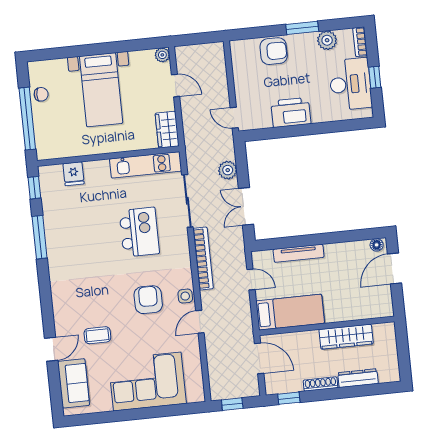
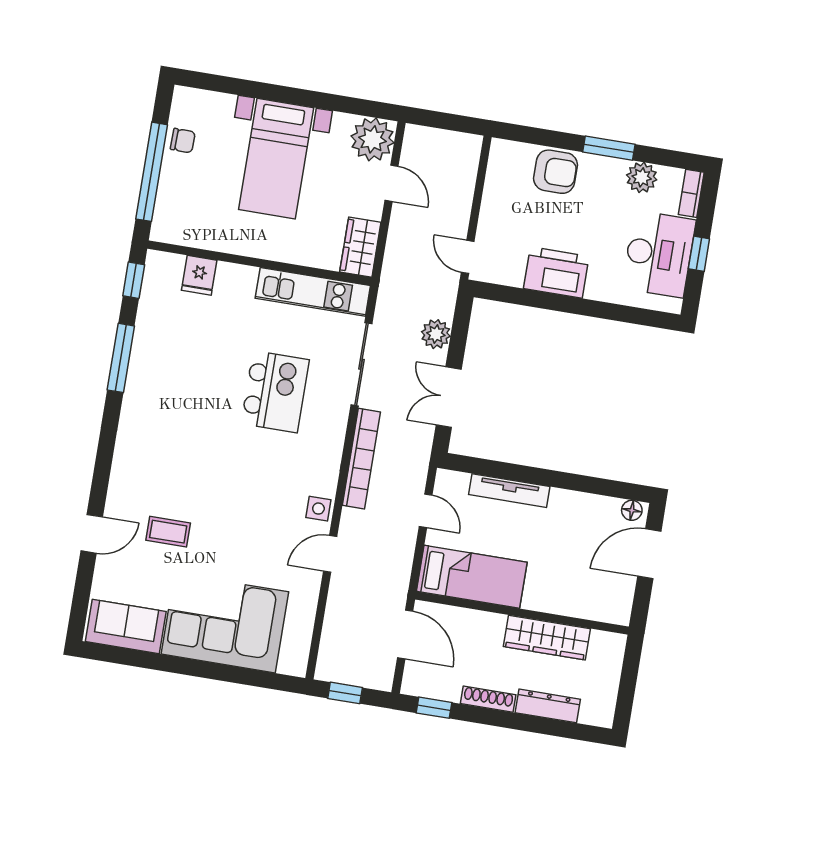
plant: (162, 55) -> (372, 139), width x1.87, depth x1.87
armchair: (148, 300) -> (261, 499), removed
sofa: (74, 383) -> (126, 626), moved, turned -90

